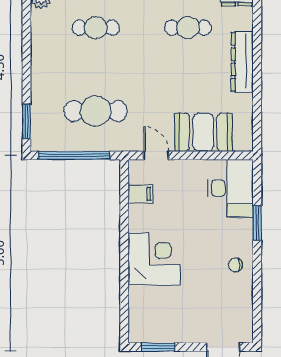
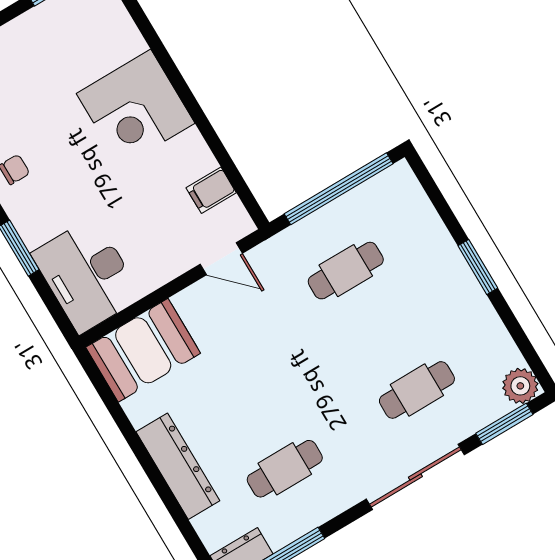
cafe table: (96, 111) -> (346, 271), width x0.73, depth x0.74
window: (26, 122) -> (478, 267), moved
booth: (203, 132) -> (143, 350), moved

